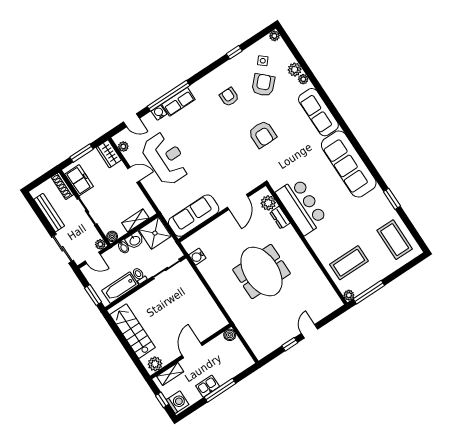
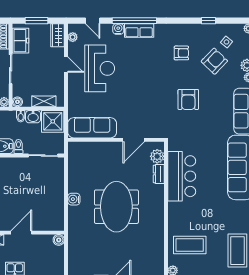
armchair: (229, 97) -> (181, 53), turned 91
water cooler: (197, 257) -> (74, 199), moved

